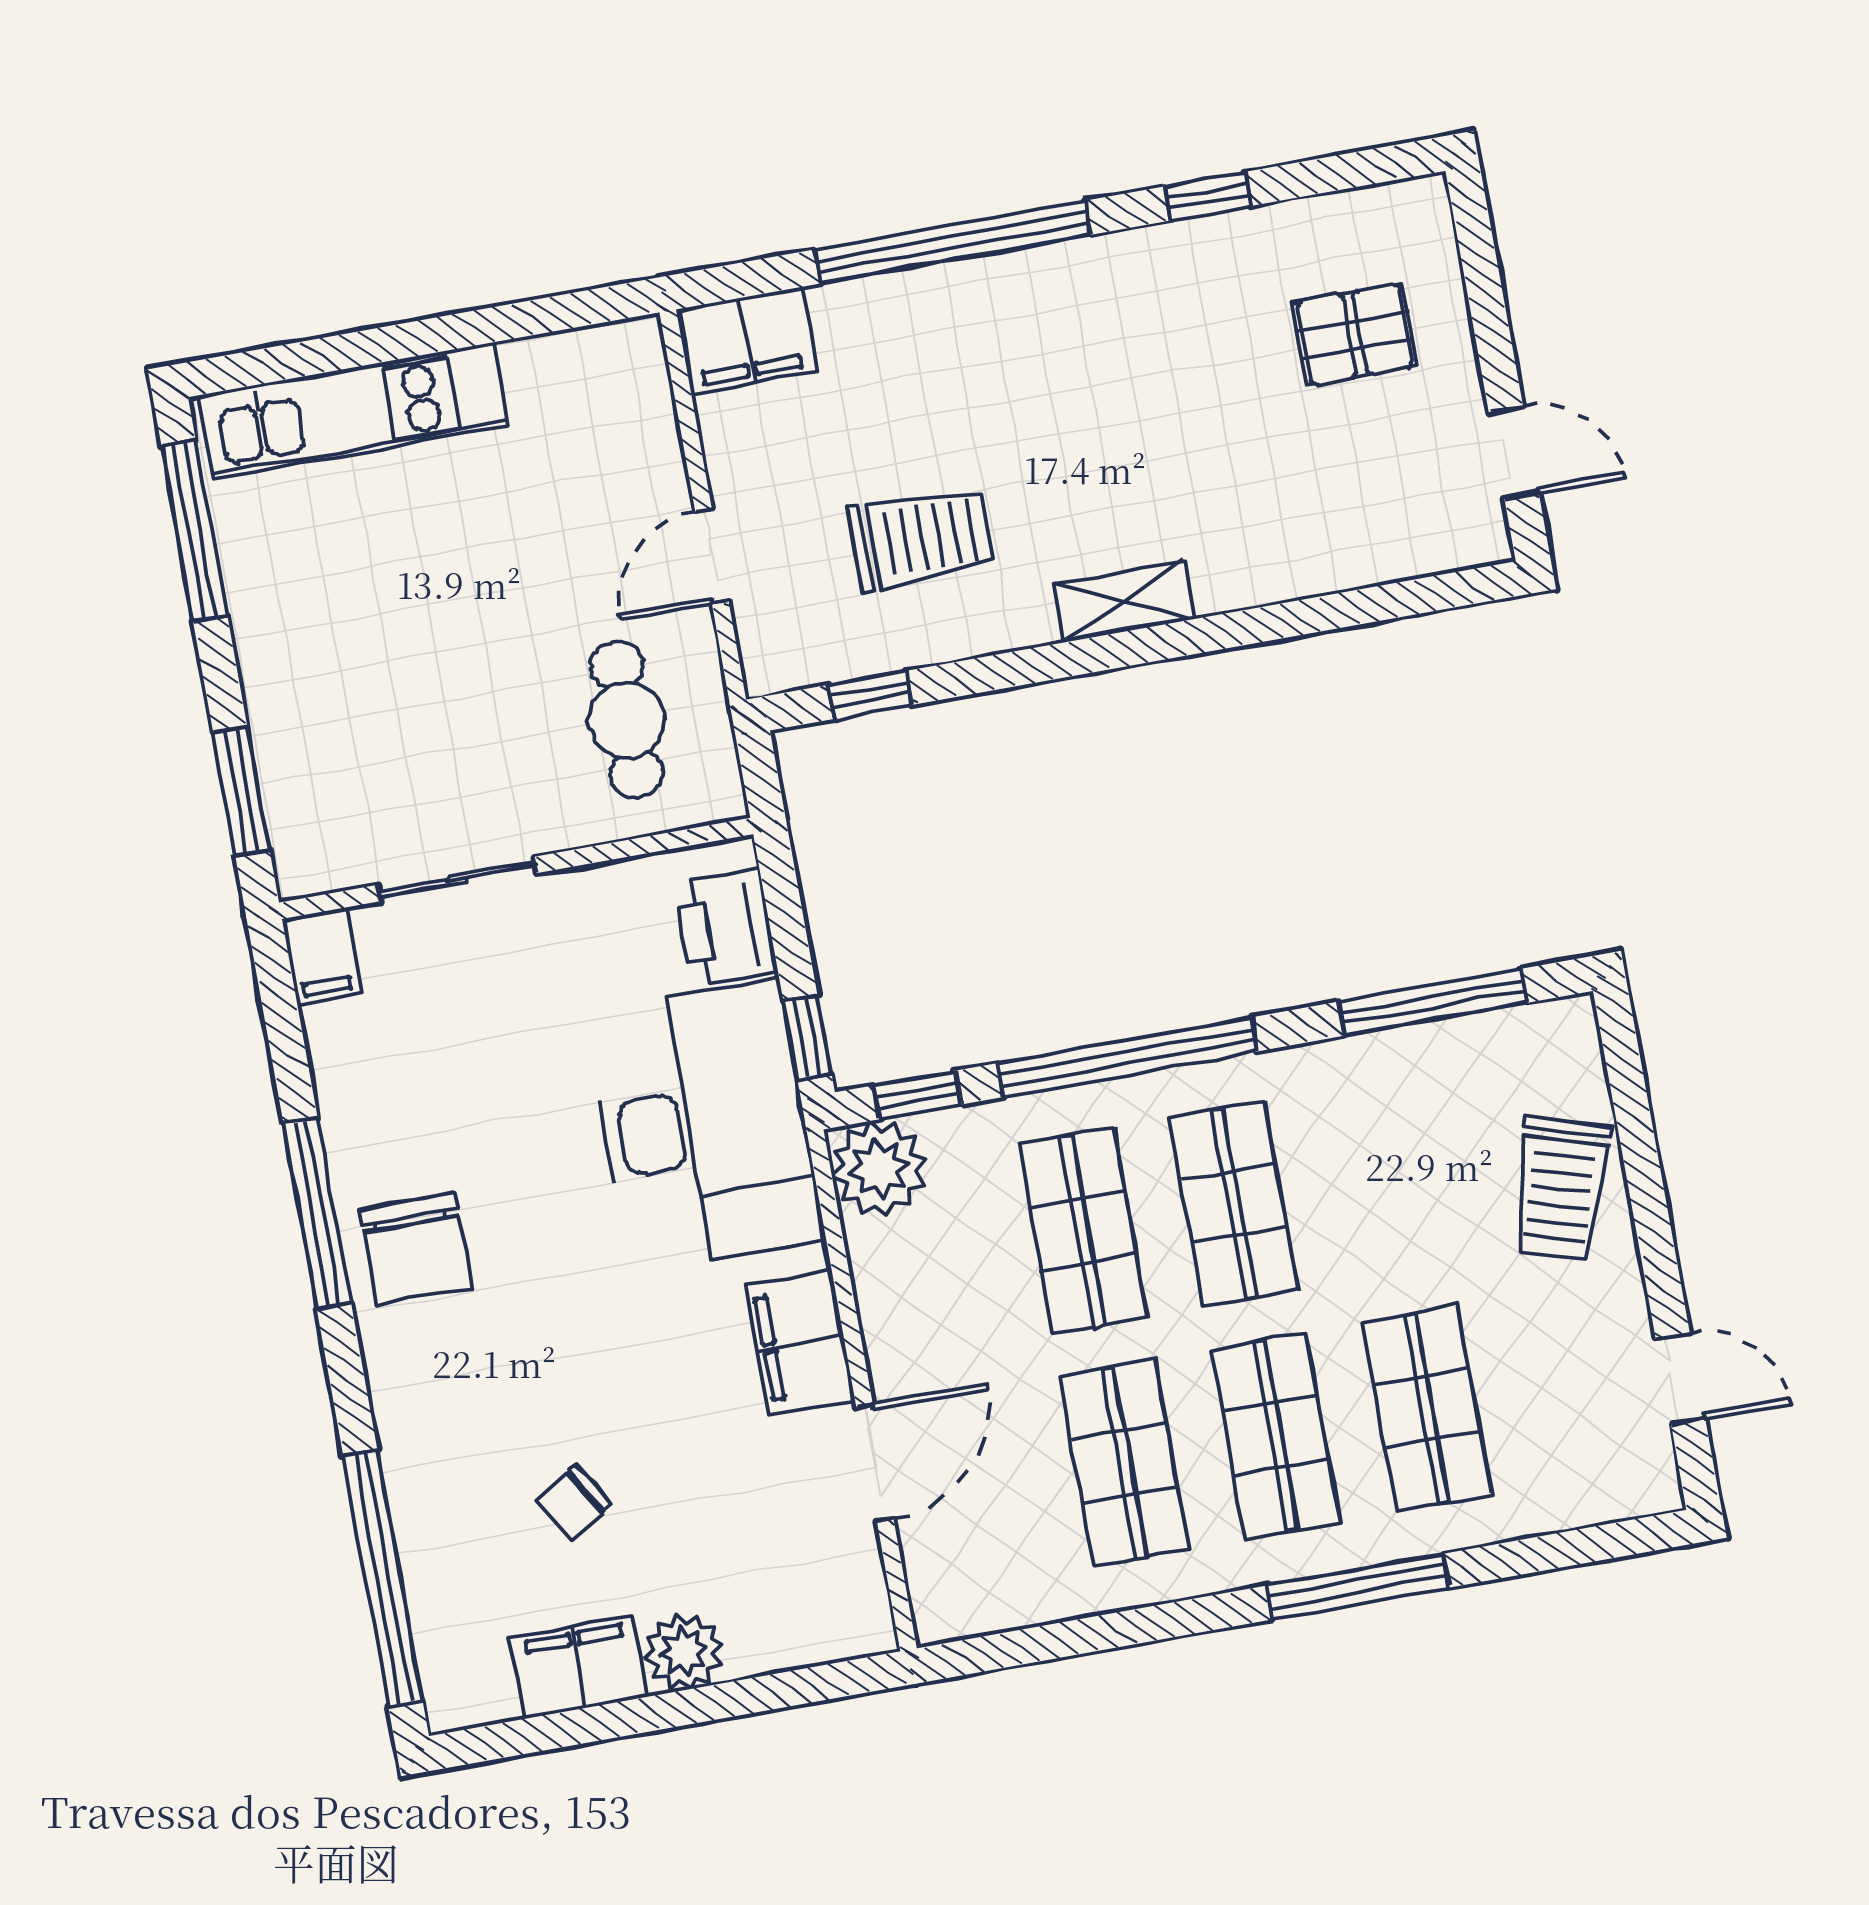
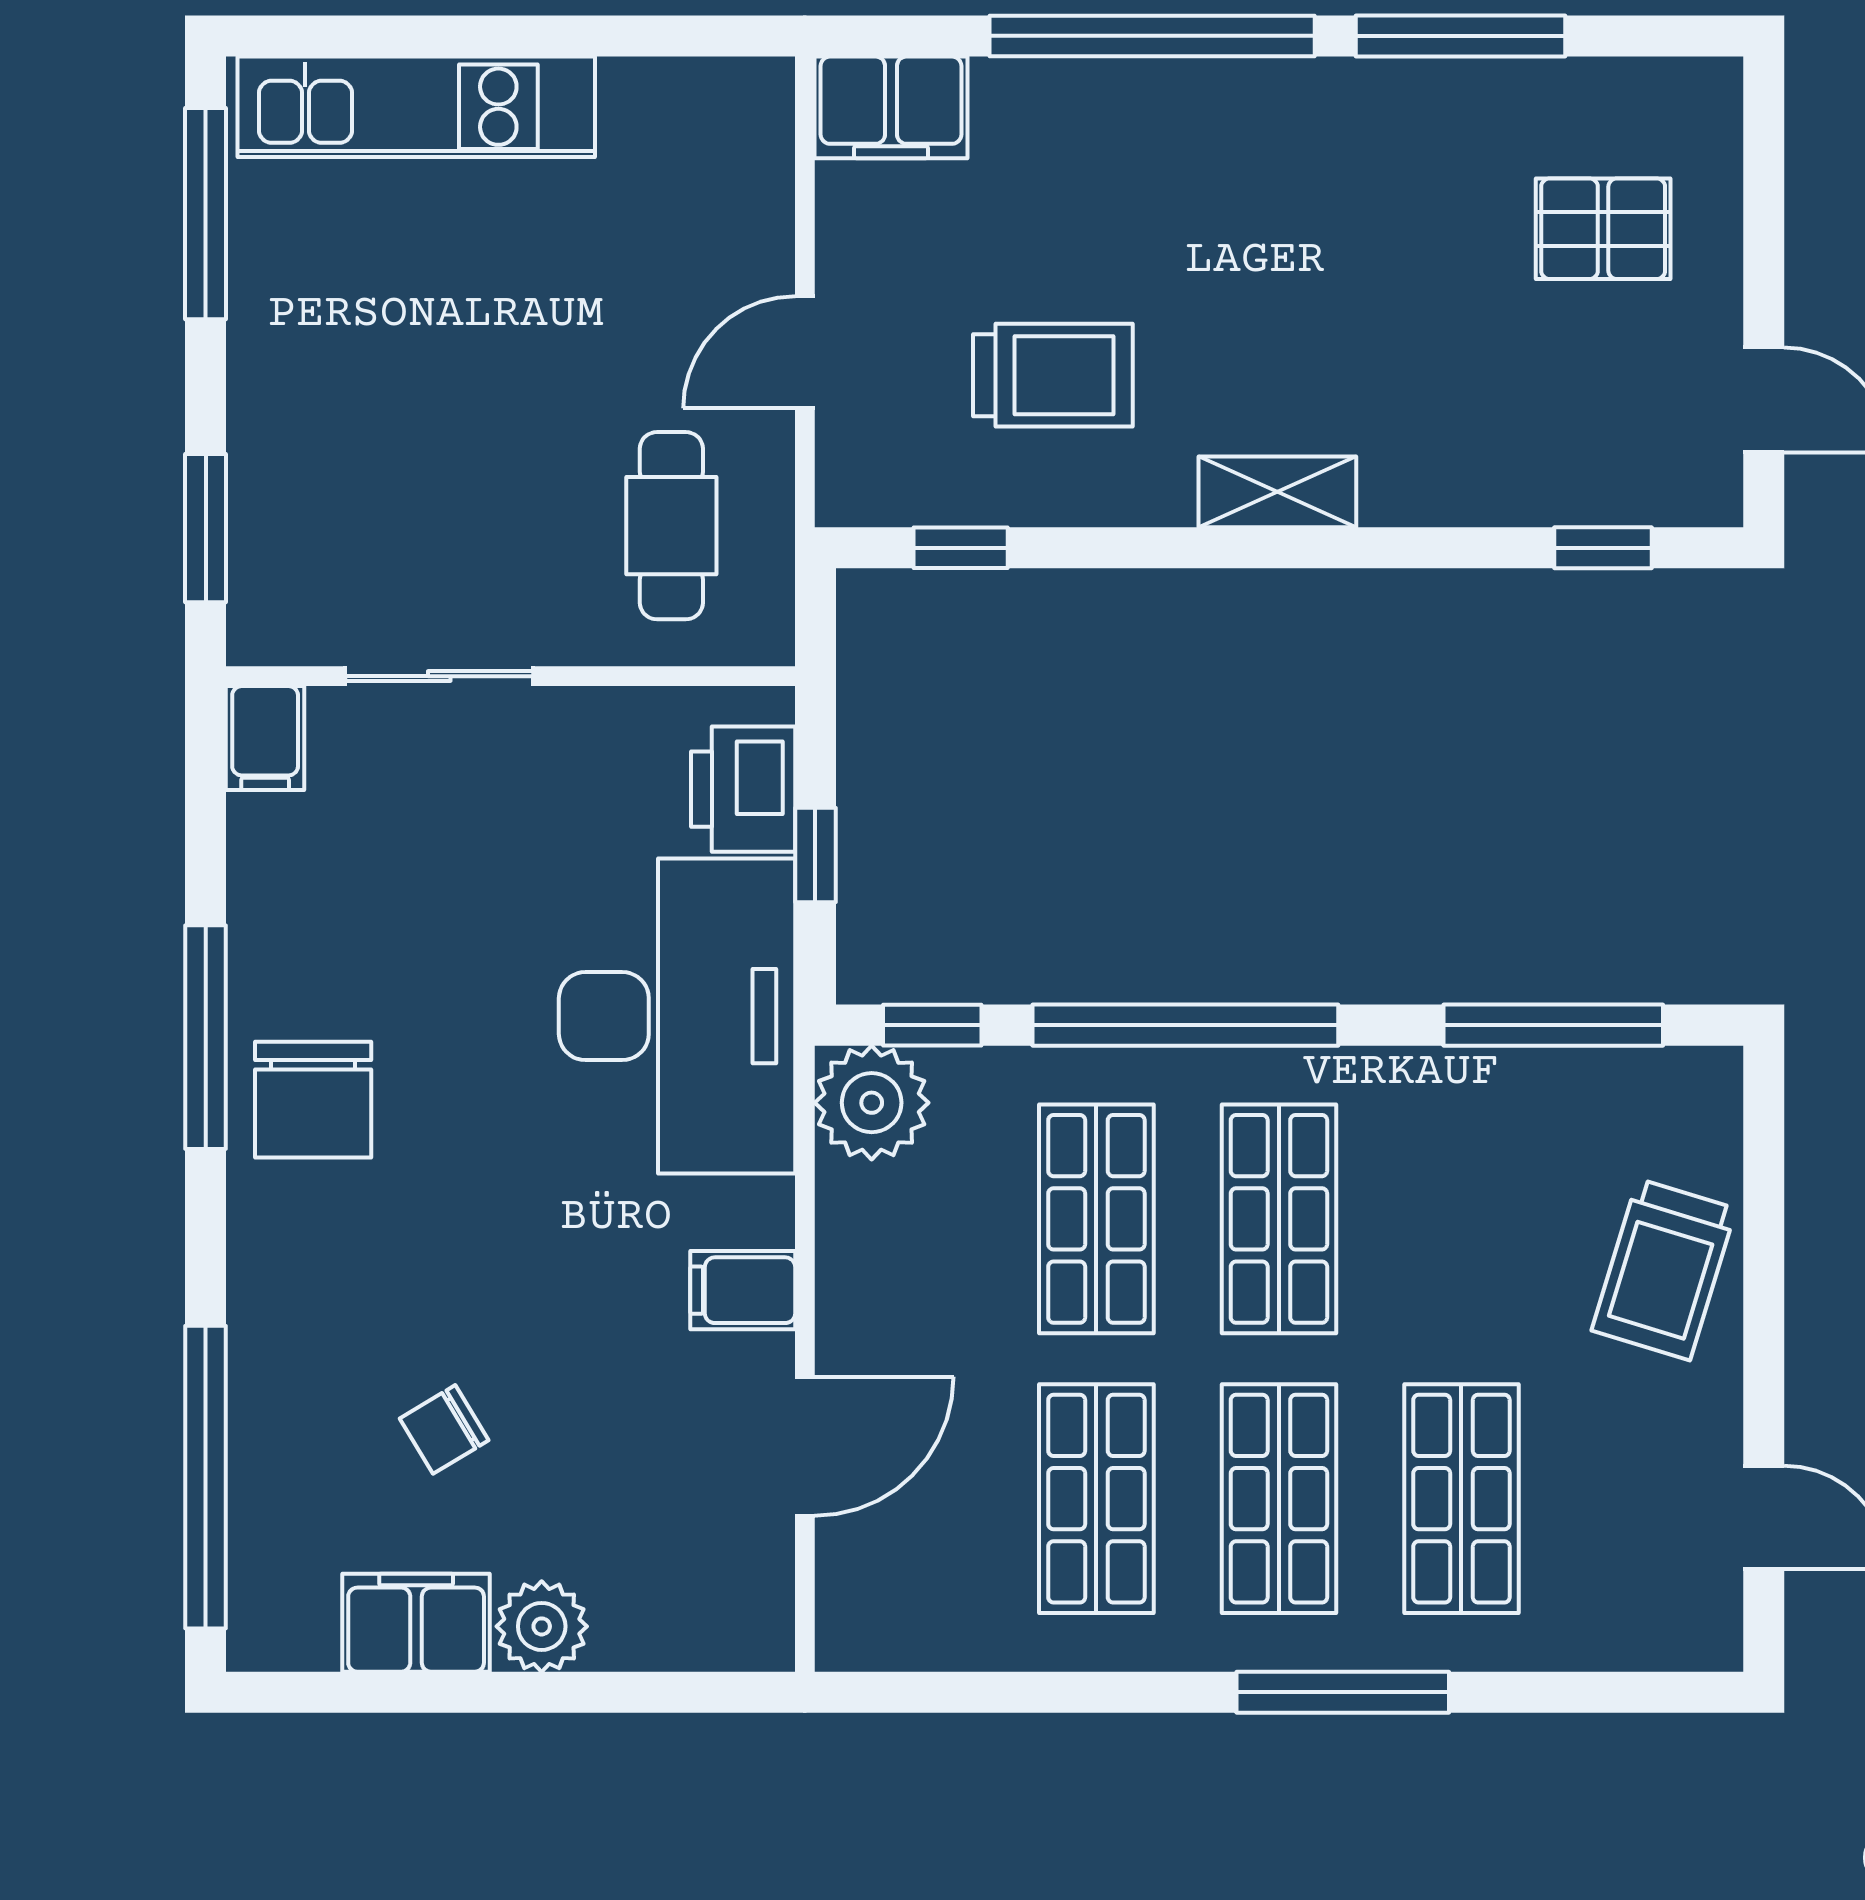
window: (1208, 196) -> (1460, 36), width x2.17
window: (1403, 599) -> (1603, 548), added
window: (808, 1038) -> (815, 855), moved
filing cabinet: (800, 1343) -> (743, 1290), width x0.50

